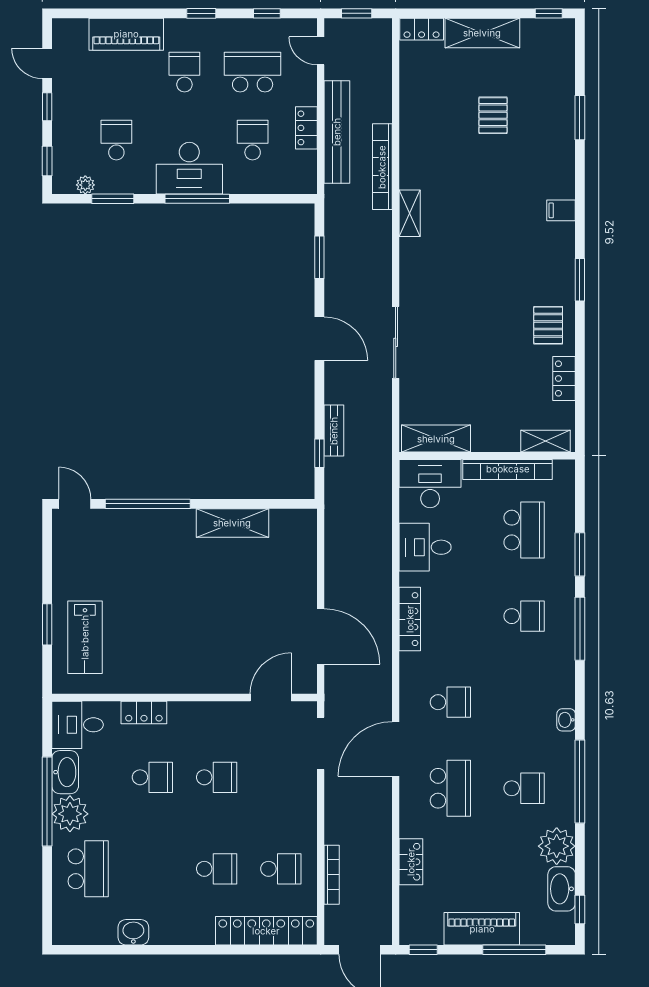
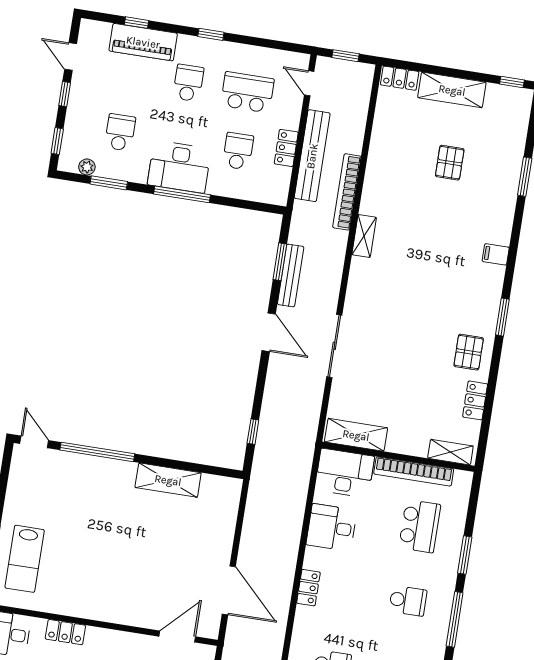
window: (267, 13) -> (136, 23), moved
bench: (334, 431) -> (291, 275), moved, width x1.36
locker: (410, 619) -> (308, 588), width x0.66

